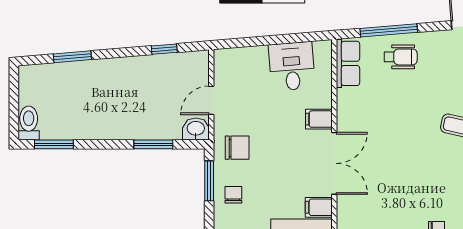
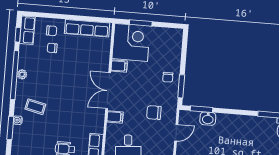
washbasin: (196, 129) -> (208, 119), moved
window: (153, 144) -> (201, 109), moved
chair: (237, 148) -> (154, 113), moved

